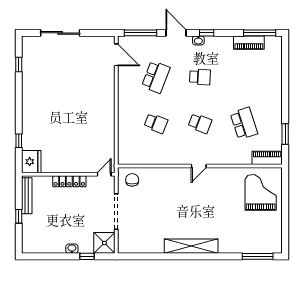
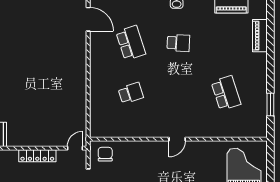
school desk: (156, 77) -> (131, 43), turned -39
school desk: (156, 123) -> (131, 93), turned -39
school desk: (200, 123) -> (178, 93), removed
piano: (267, 158) -> (260, 36), moved, turned -90

